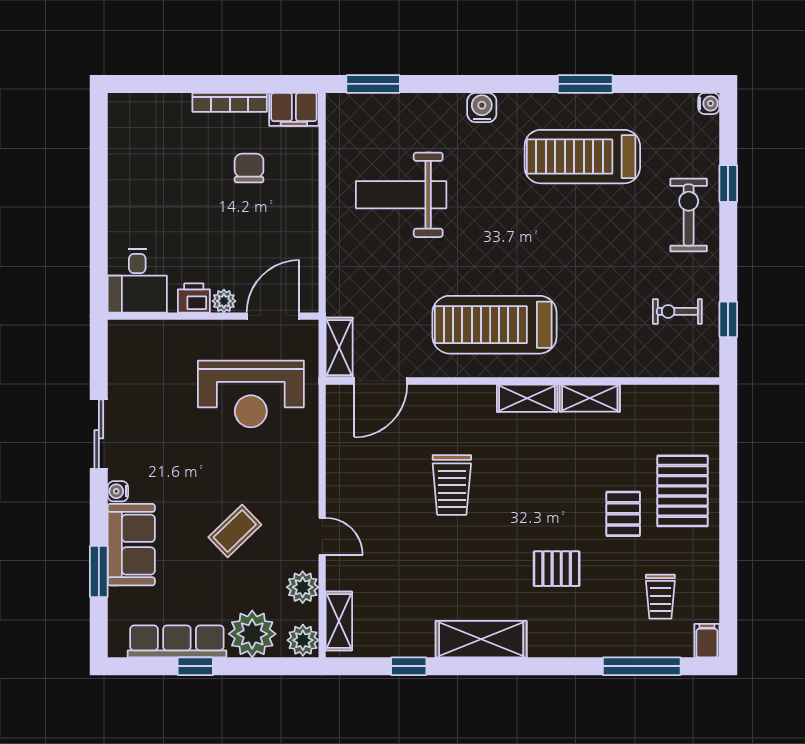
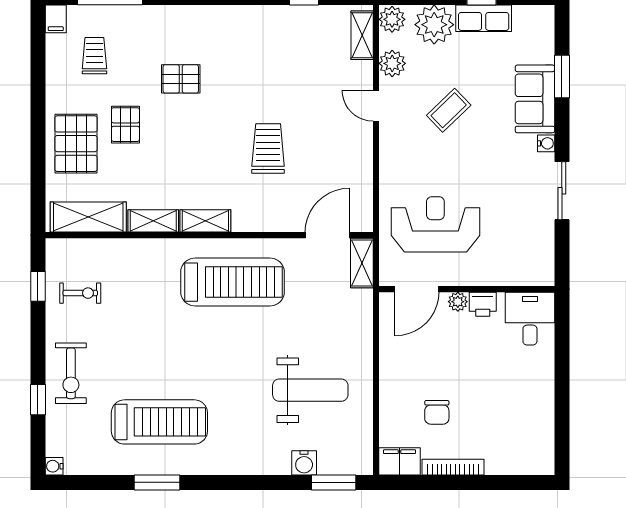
water cooler: (482, 108) -> (304, 463), moved
shelving: (481, 639) -> (88, 217), moved
row of seats: (177, 641) -> (484, 18), width x0.68

